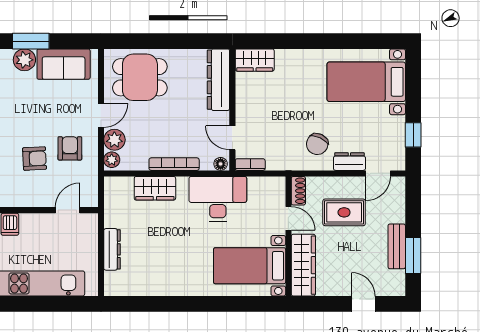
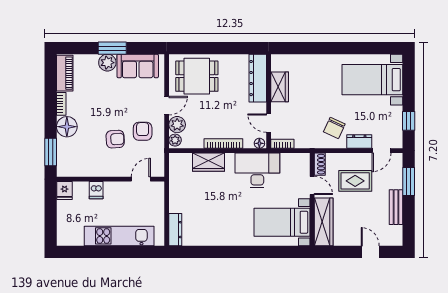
wardrobe: (255, 60) -> (280, 87), moved, turned -90
dresser: (112, 249) -> (175, 230), moved
window: (413, 256) -> (409, 182), moved

